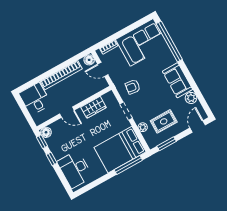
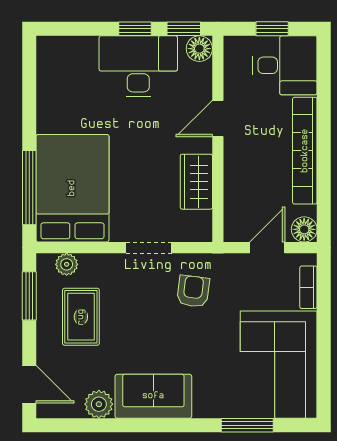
window: (169, 42) -> (247, 425), width x0.47
window: (25, 111) -> (272, 29), added
plant: (143, 127) -> (67, 264), moved
desk: (75, 169) -> (138, 66), moved

